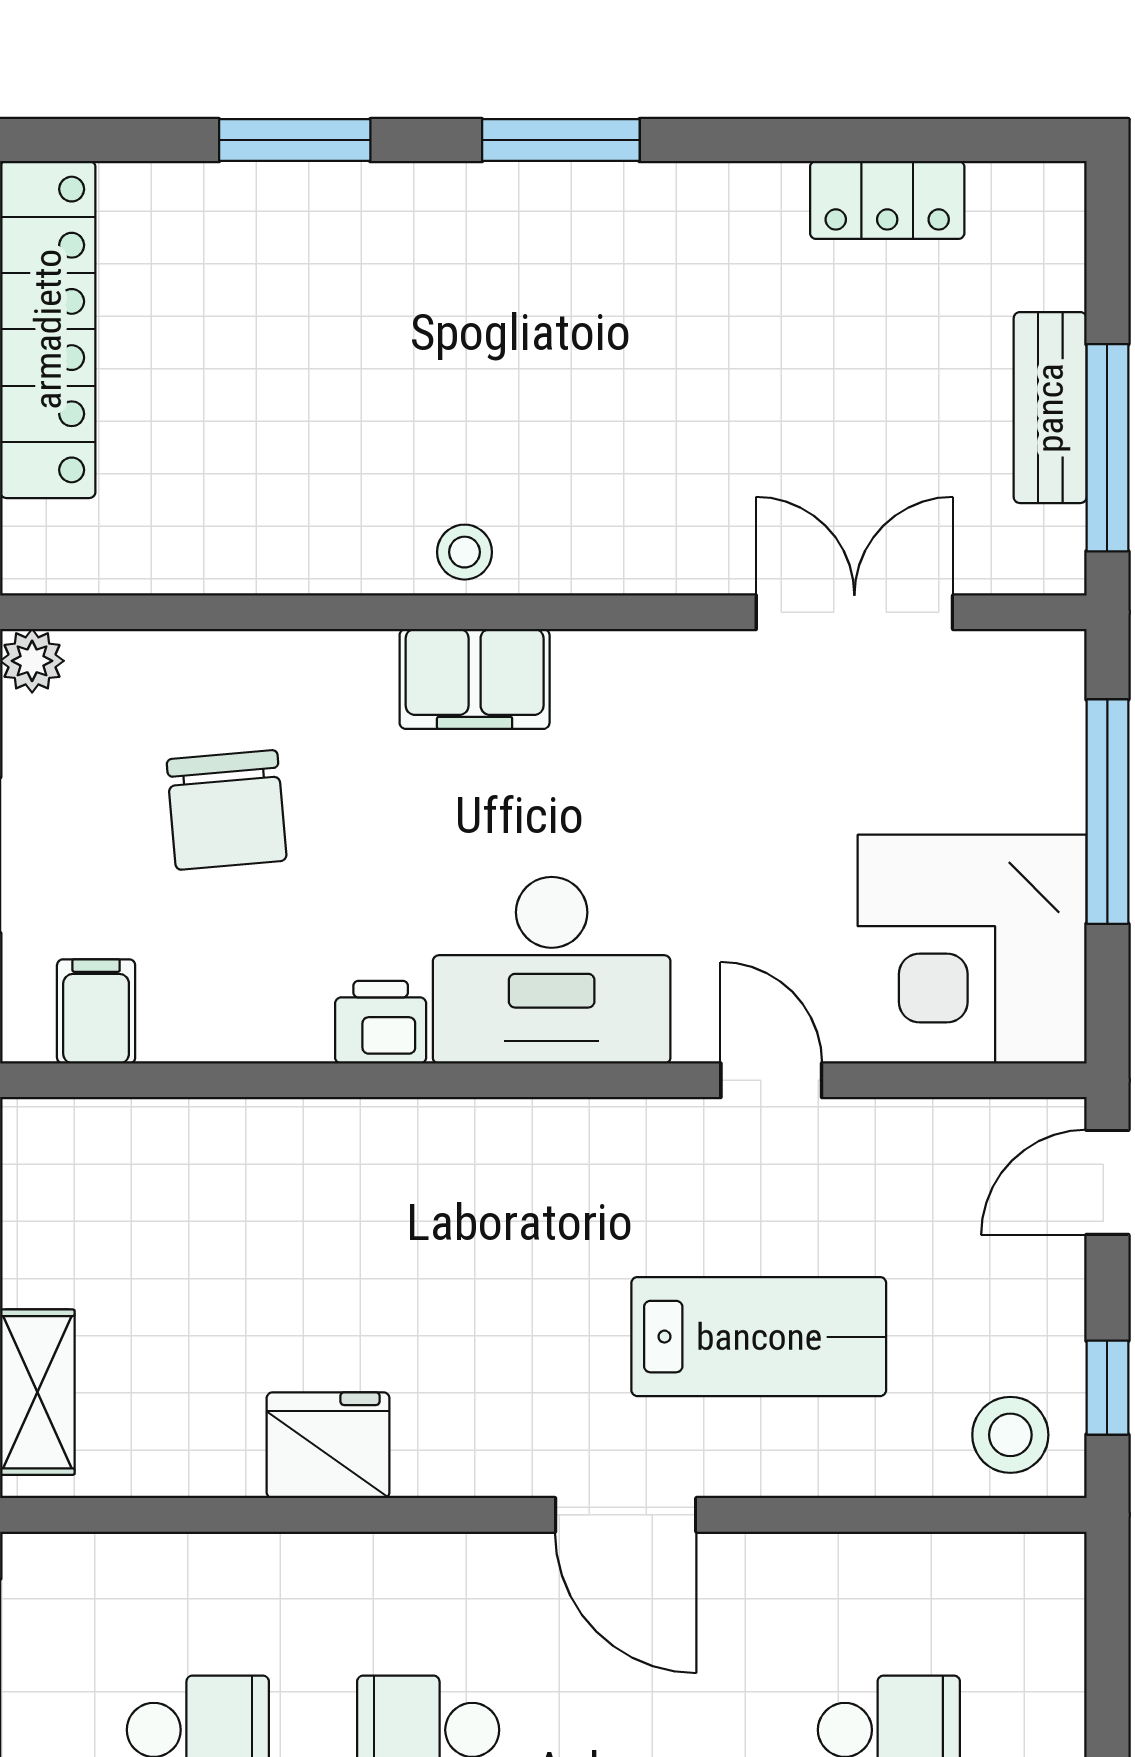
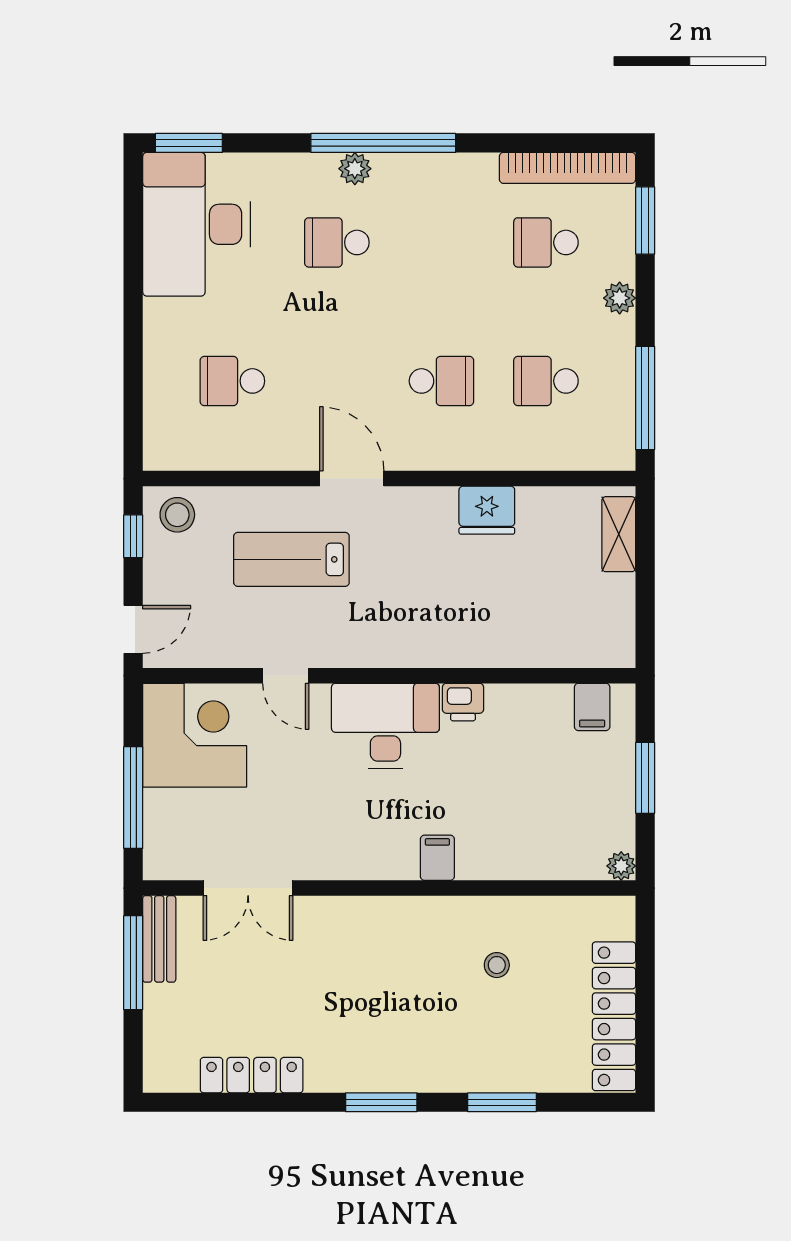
locker: (887, 200) -> (252, 1075), width x1.53
bench: (1050, 408) -> (159, 939), moved
stool: (465, 552) -> (497, 965), moved
filing cabinet: (475, 679) -> (437, 858), width x0.50
chair: (227, 810) -> (533, 798), removed

